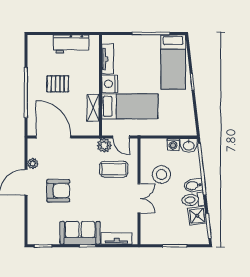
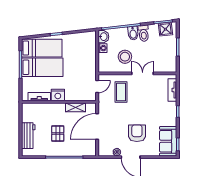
workbench: (71, 44) -> (28, 136), moved
bed: (130, 106) -> (42, 67), moved, turned 90
door: (53, 137) -> (97, 126), moved
plant: (104, 145) -> (103, 99), removed
shower: (197, 216) -> (165, 29), moved
sofa: (80, 233) -> (168, 141), moved

